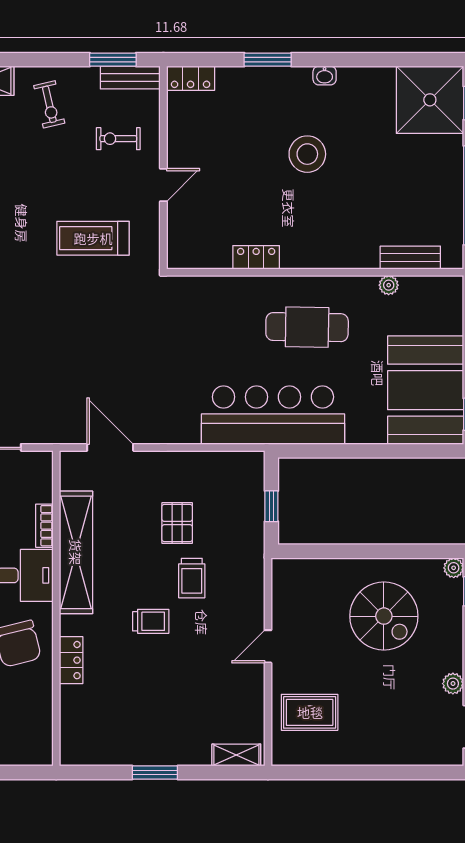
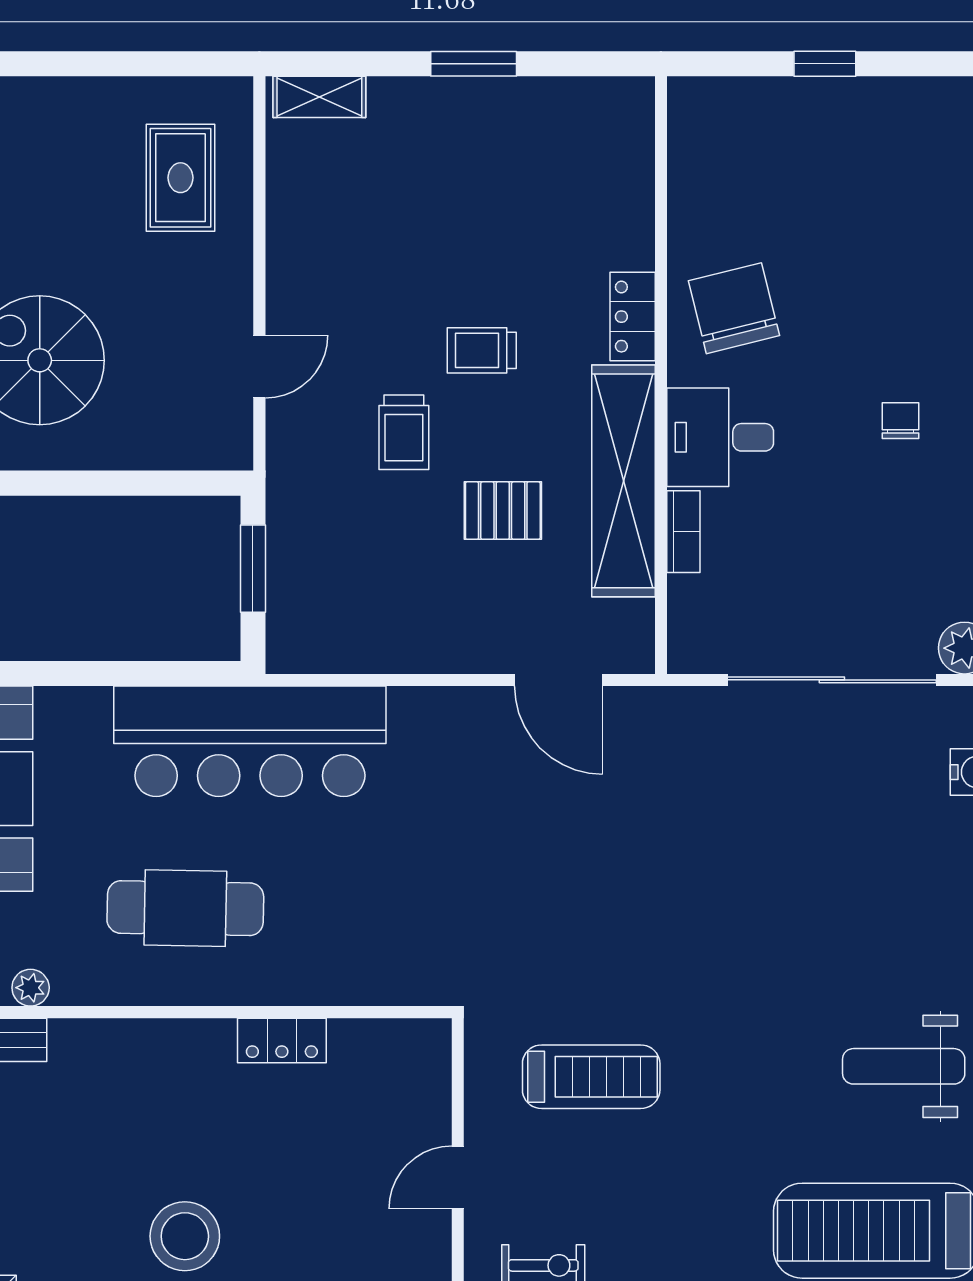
window: (271, 506) -> (253, 569), width x1.50
pallet: (177, 523) -> (503, 511), moved, turned 90
trolley: (192, 578) -> (404, 432), turned 180
door: (268, 646) -> (259, 367), moved
locker: (71, 660) -> (633, 317), moved
rug: (310, 712) -> (181, 178), turned 90

